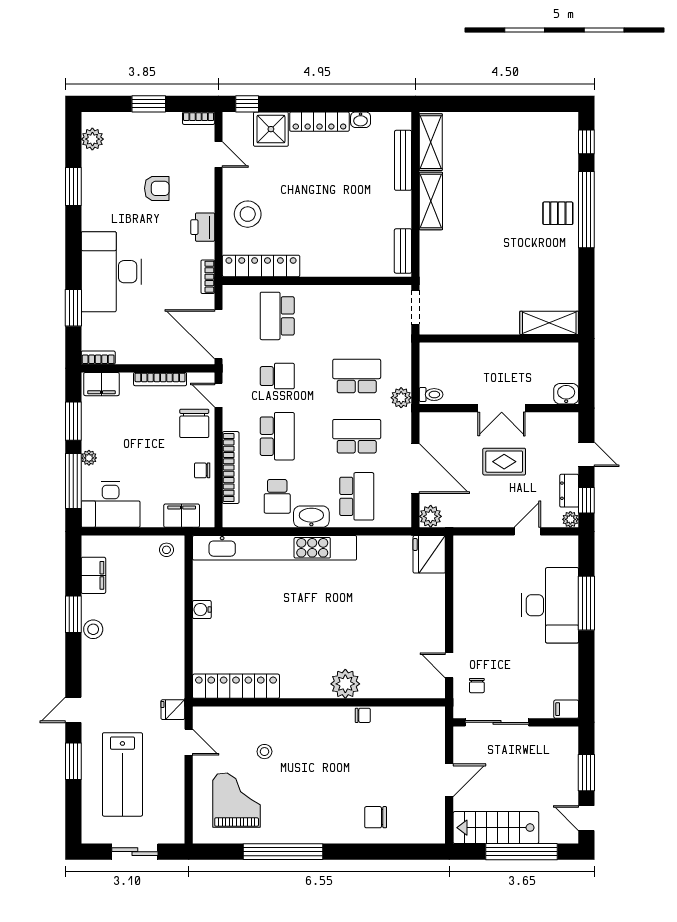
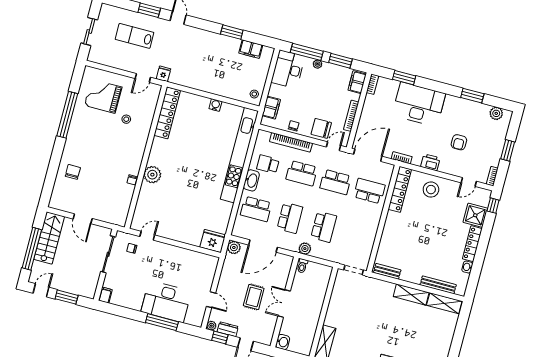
school desk: (277, 376) -> (336, 182), width x1.85
stool: (93, 629) -> (220, 41), removed
lab bench: (122, 774) -> (135, 36), width x0.73, depth x0.72
grand piano: (237, 800) -> (103, 96), turned 180

